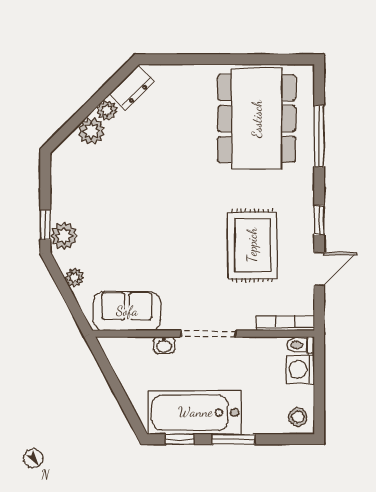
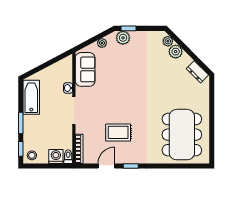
plant: (107, 110) -> (168, 41), moved
dining table: (257, 119) -> (182, 135), turned 90
window: (319, 136) -> (173, 166), removed
rug: (252, 245) -> (118, 132), width x0.73, depth x0.70
door: (319, 269) -> (106, 166), swing flipped
bathtub: (195, 412) -> (31, 97), width x0.73, depth x0.73
window: (180, 439) -> (21, 149), moved

